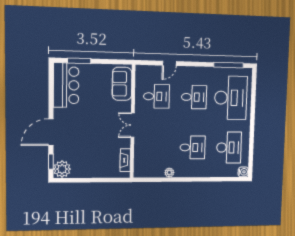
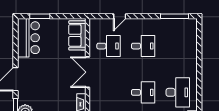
desk: (231, 98) -> (178, 46), removed
double door: (133, 125) -> (87, 72), width x1.37

